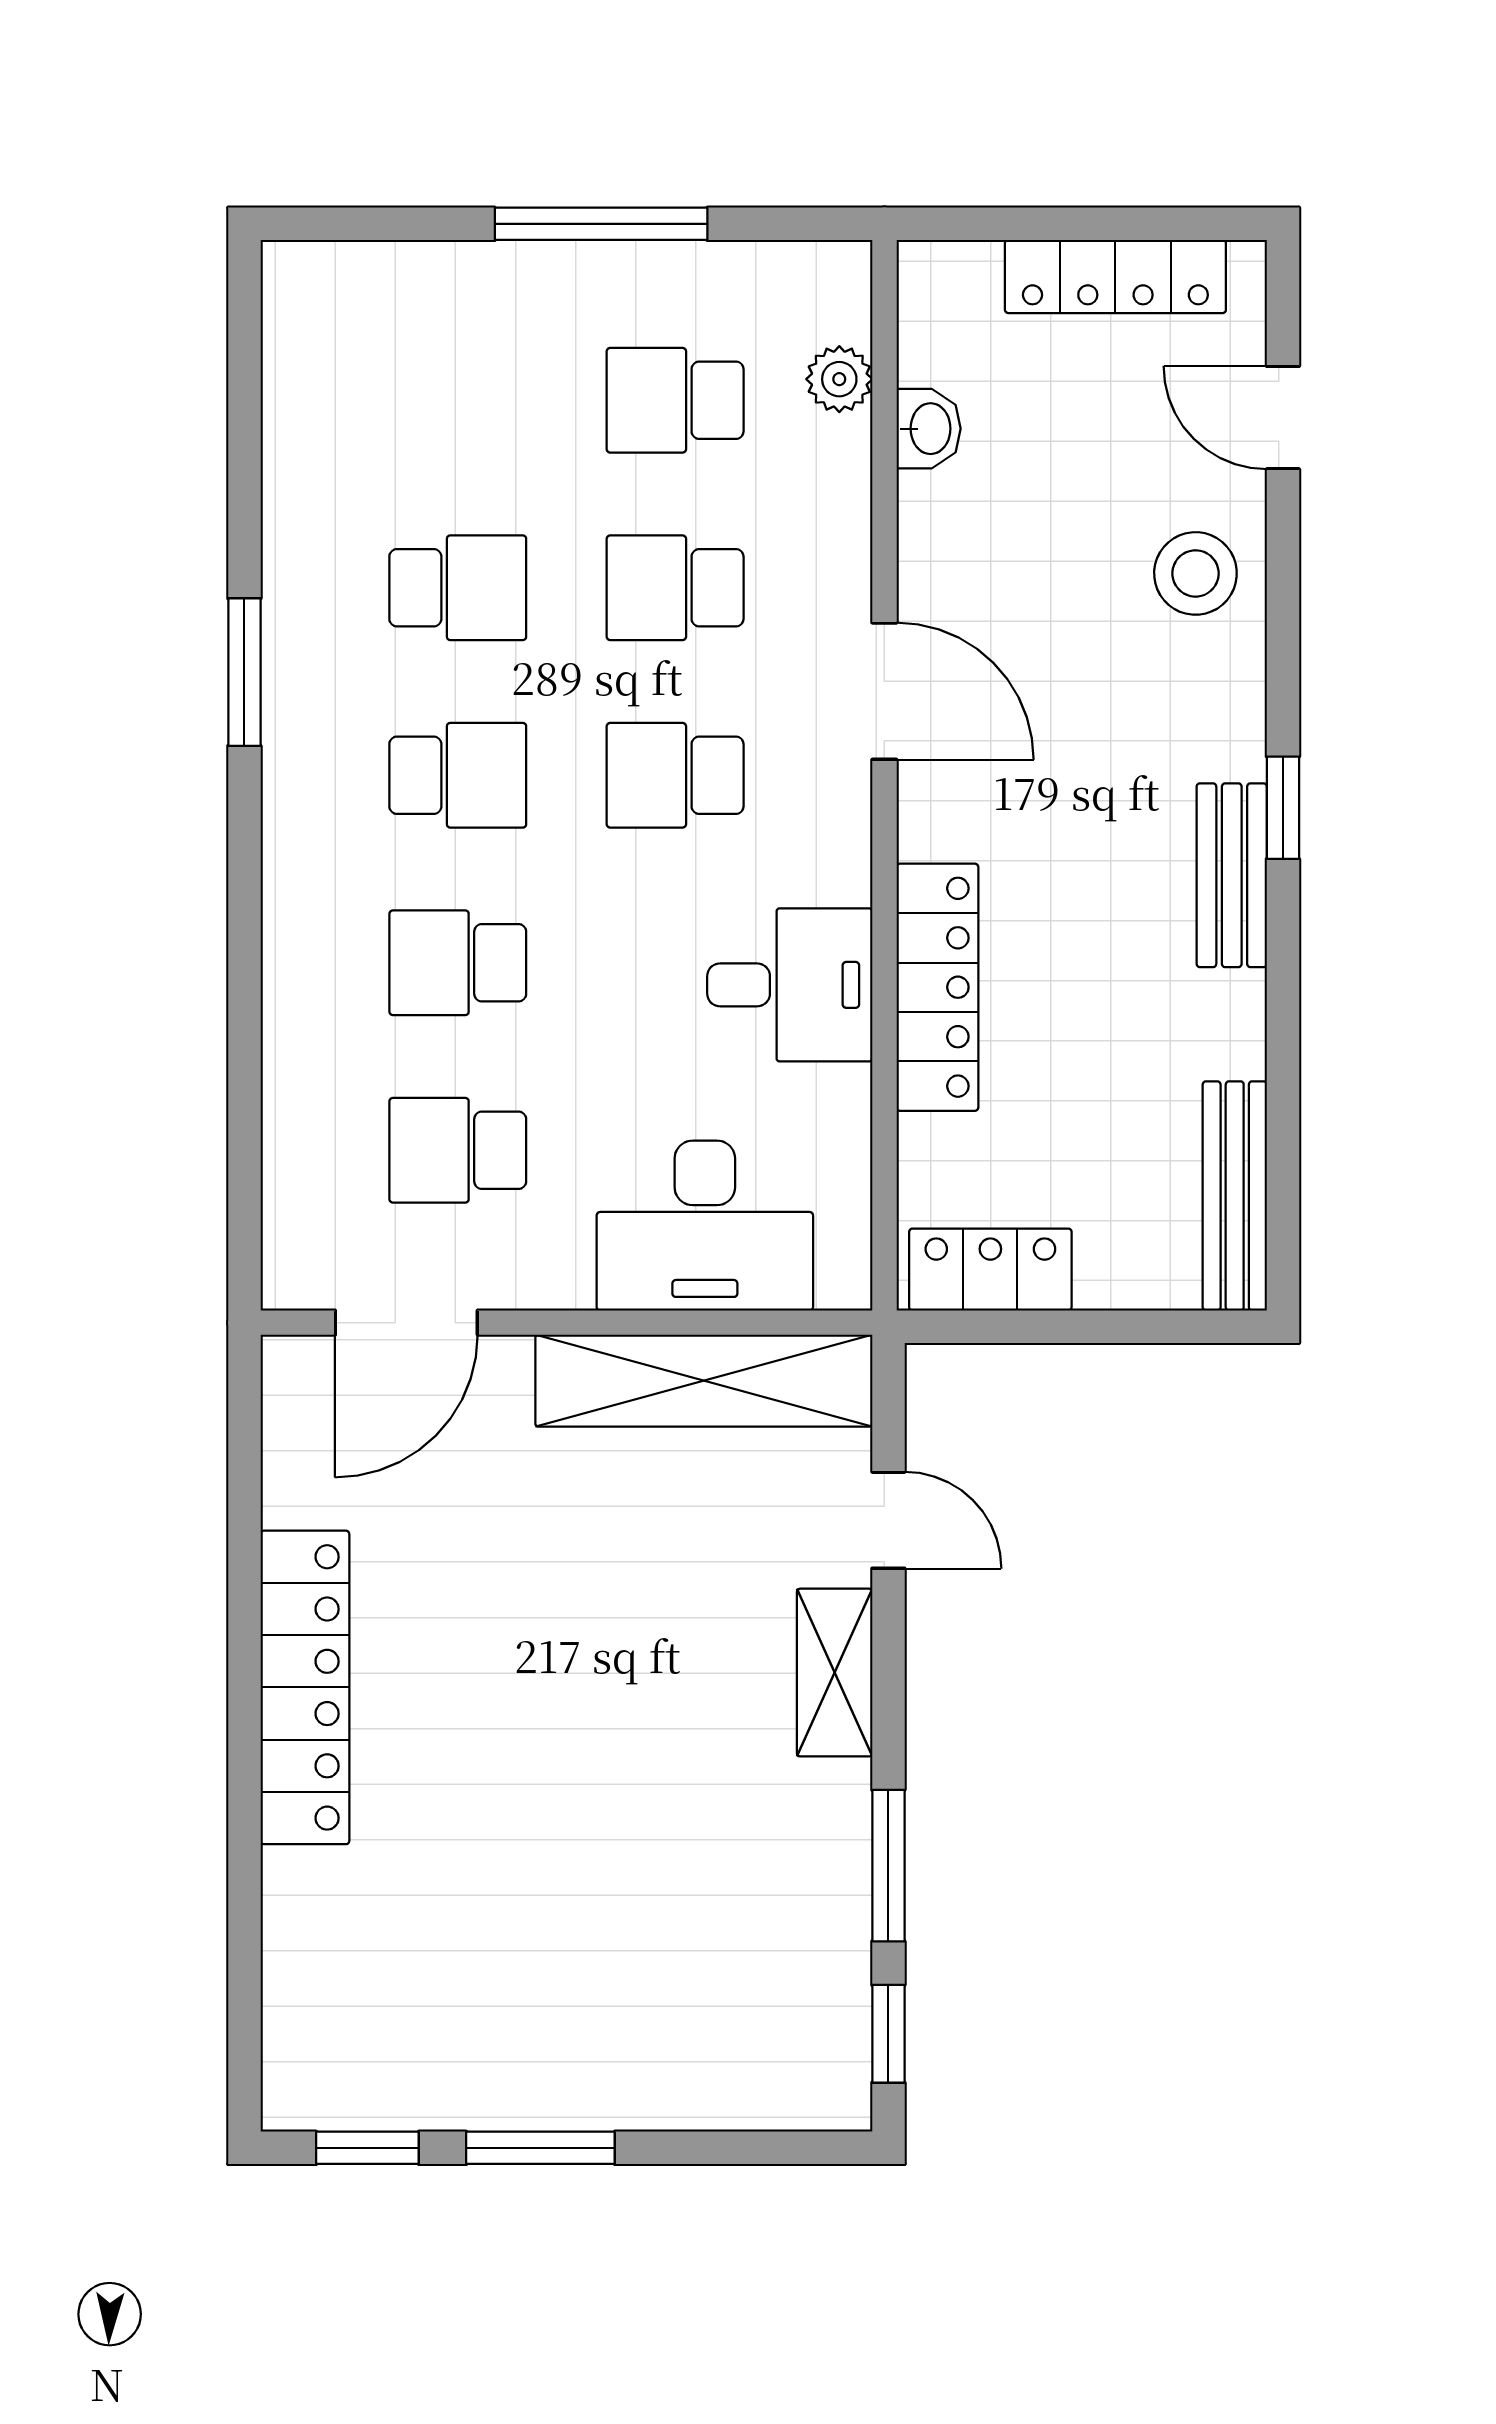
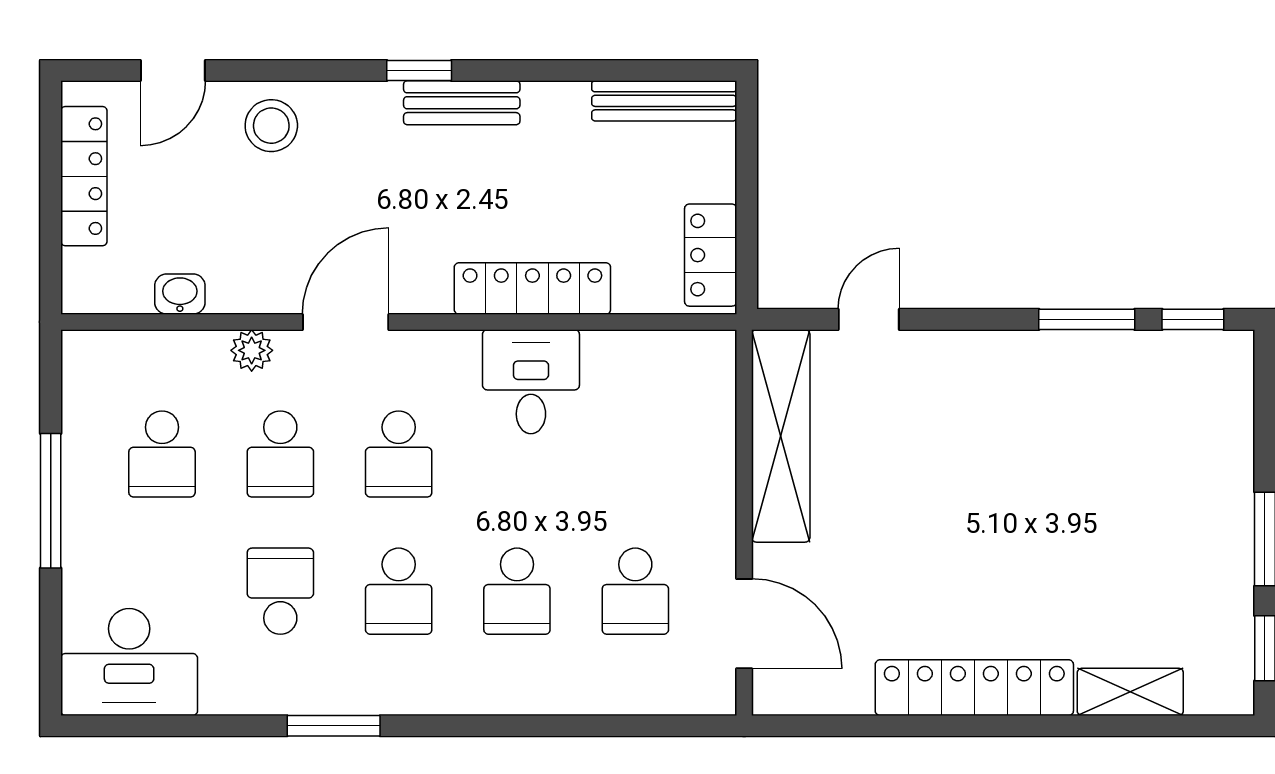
plant: (839, 379) -> (252, 350), moved
school desk: (458, 775) -> (399, 591), turned 180
desk: (705, 1226) -> (129, 662), moved, turned 90
shelving: (835, 1673) -> (1130, 692), moved

